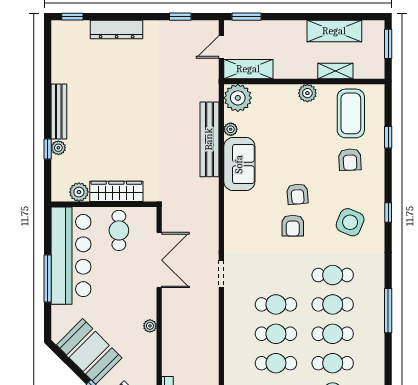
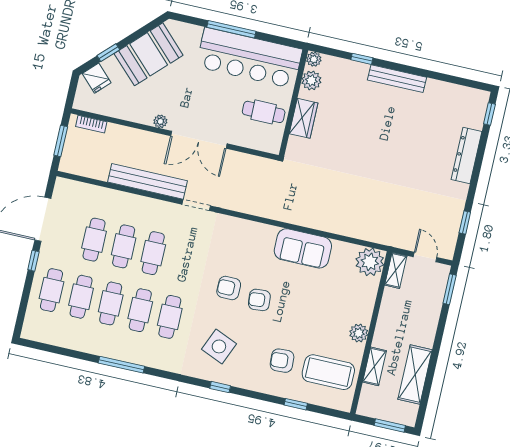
shelving: (248, 69) -> (396, 270), width x0.67, depth x0.75
plant: (231, 129) -> (340, 247), removed
bench: (209, 139) -> (148, 181), moved
plant: (58, 148) -> (314, 59), moved
wardrobe: (116, 191) -> (304, 118), width x0.67
double door: (159, 260) -> (199, 140), moved

